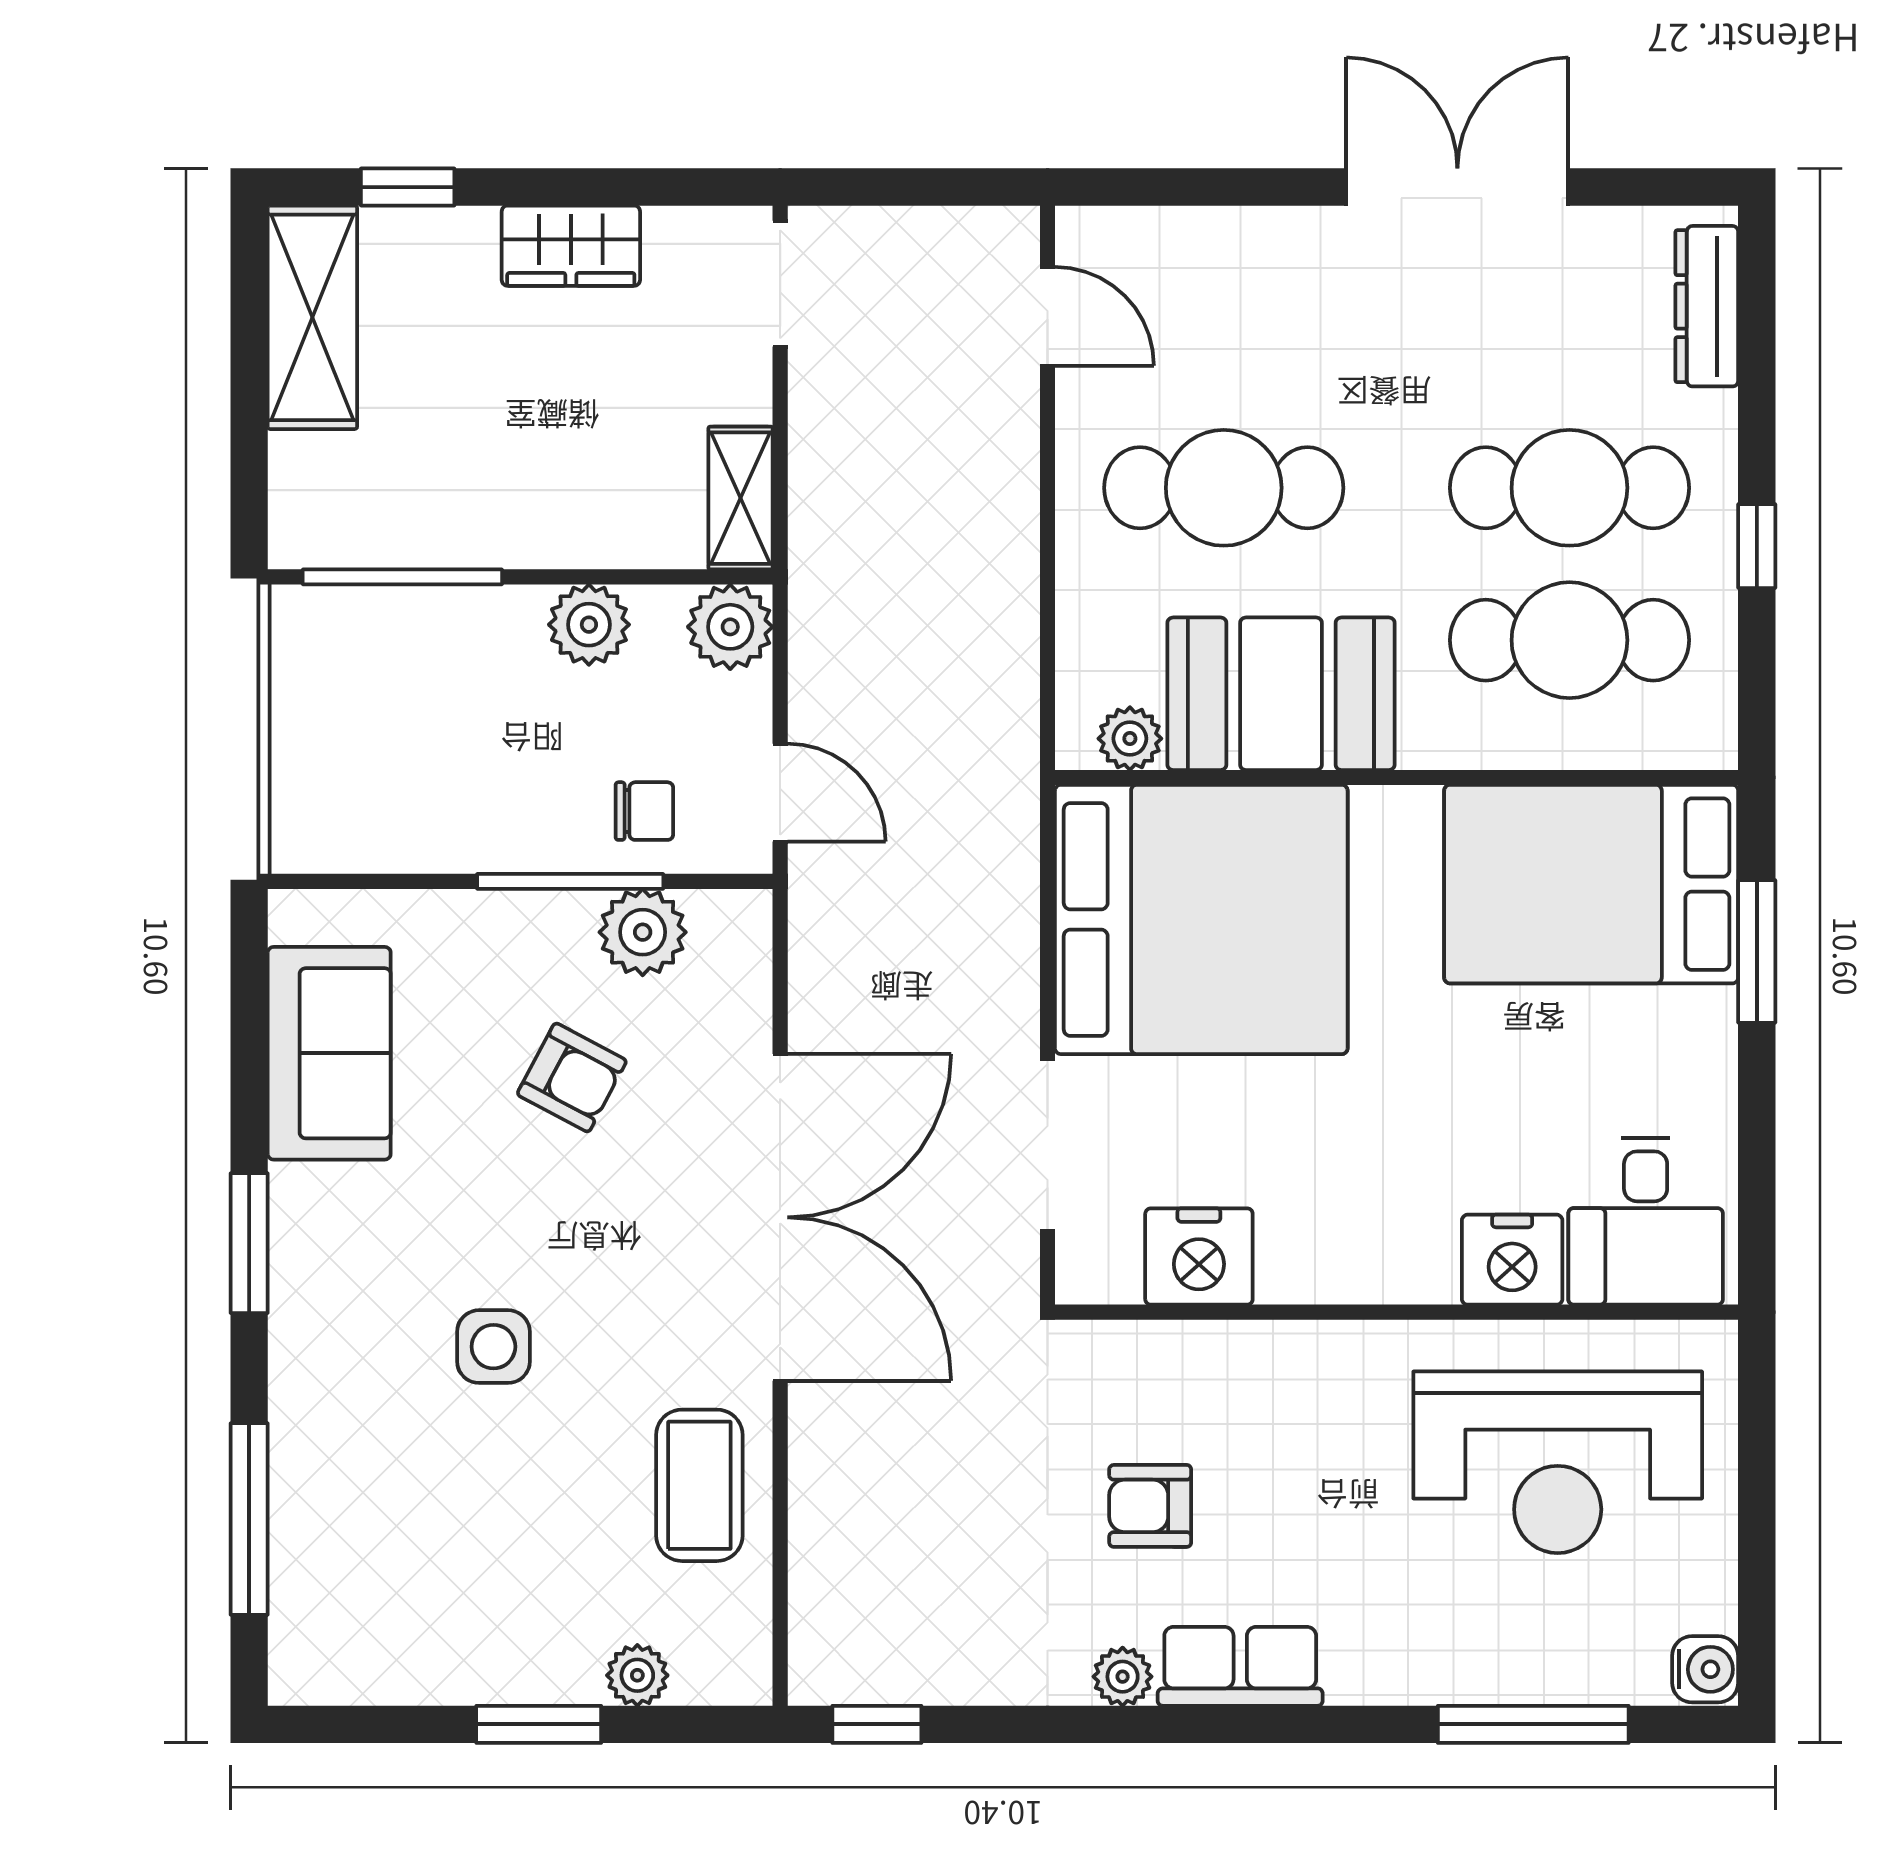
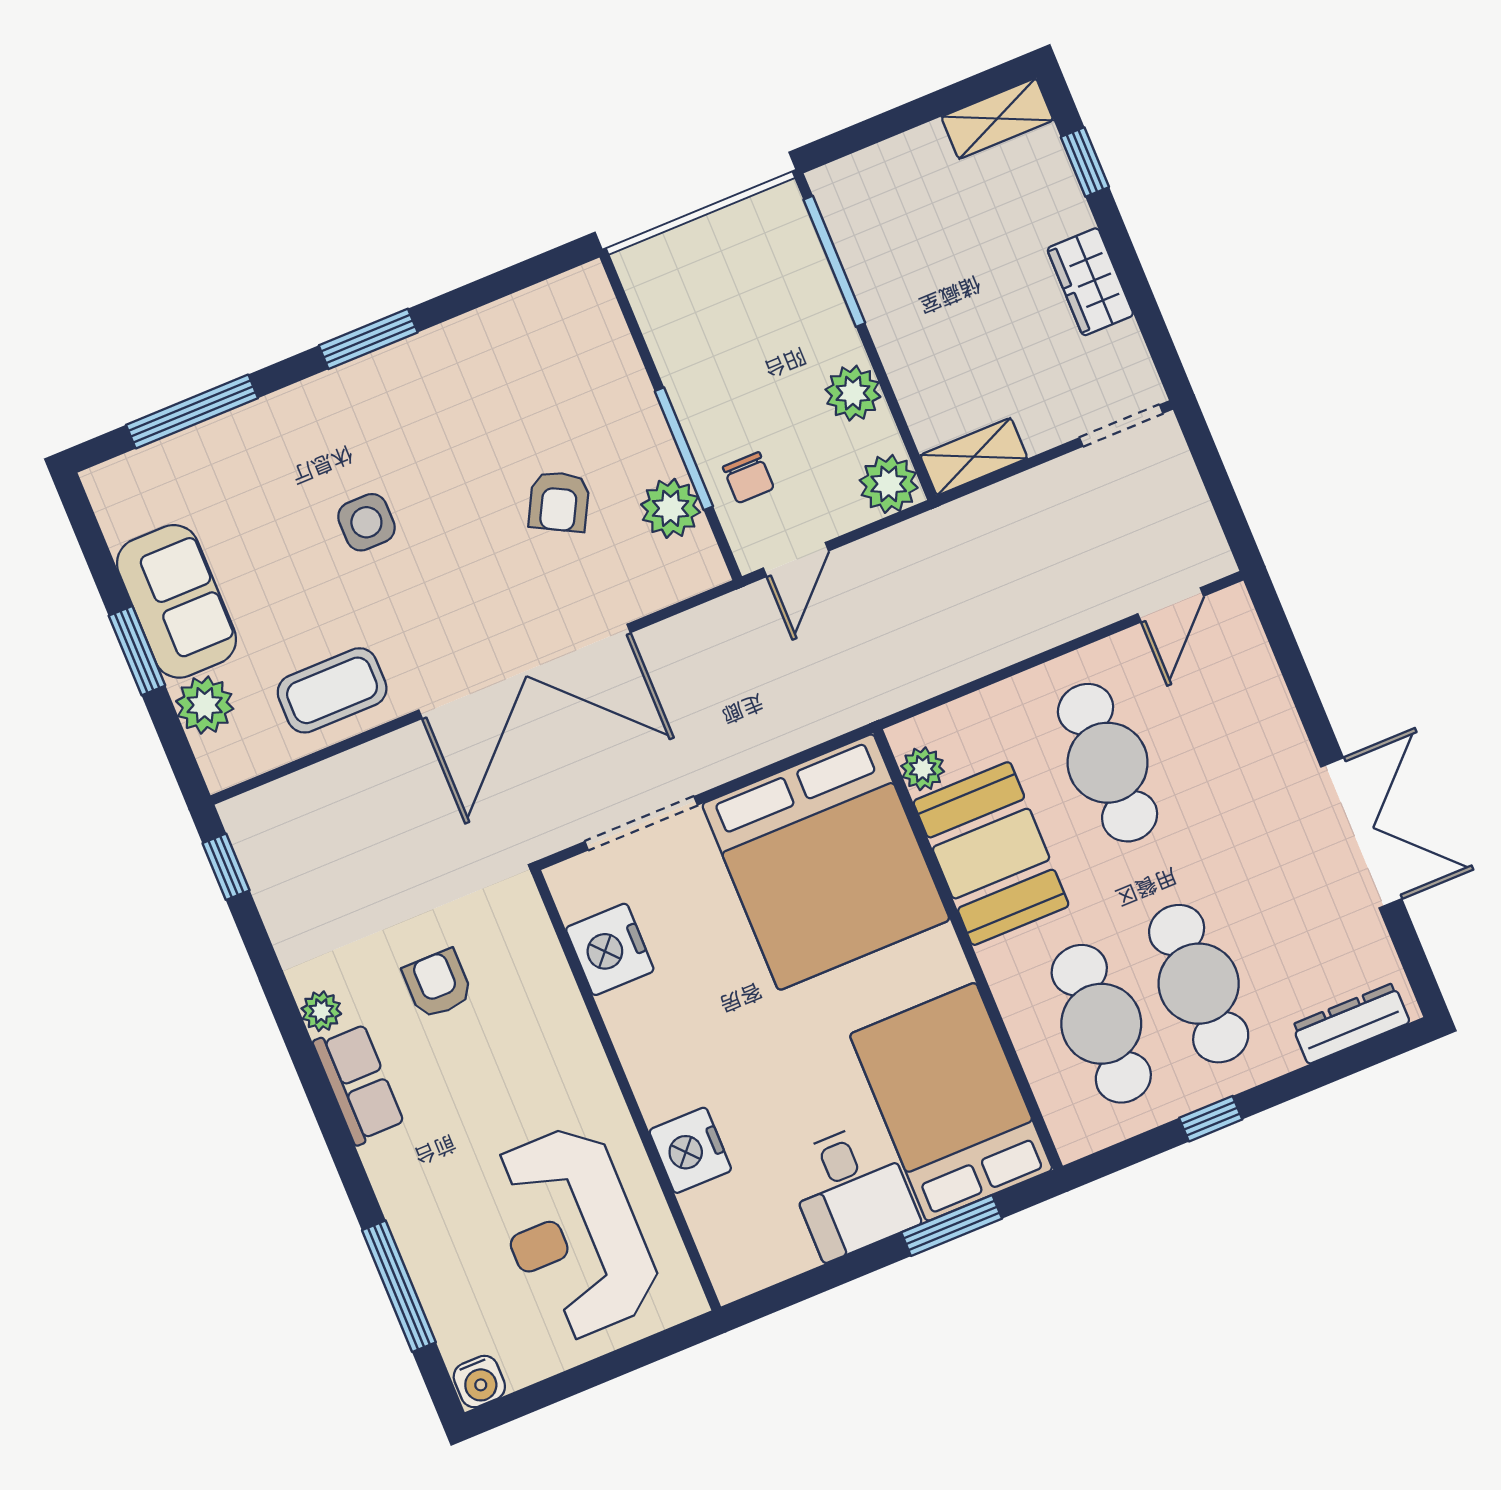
shelving: (312, 317) -> (997, 119), width x0.67, depth x0.75
sofa: (329, 1053) -> (176, 601), moved, turned -90
desk: (1646, 1221) -> (851, 1191), moved, turned -90
plant: (637, 1675) -> (205, 705), width x1.38, depth x1.38

